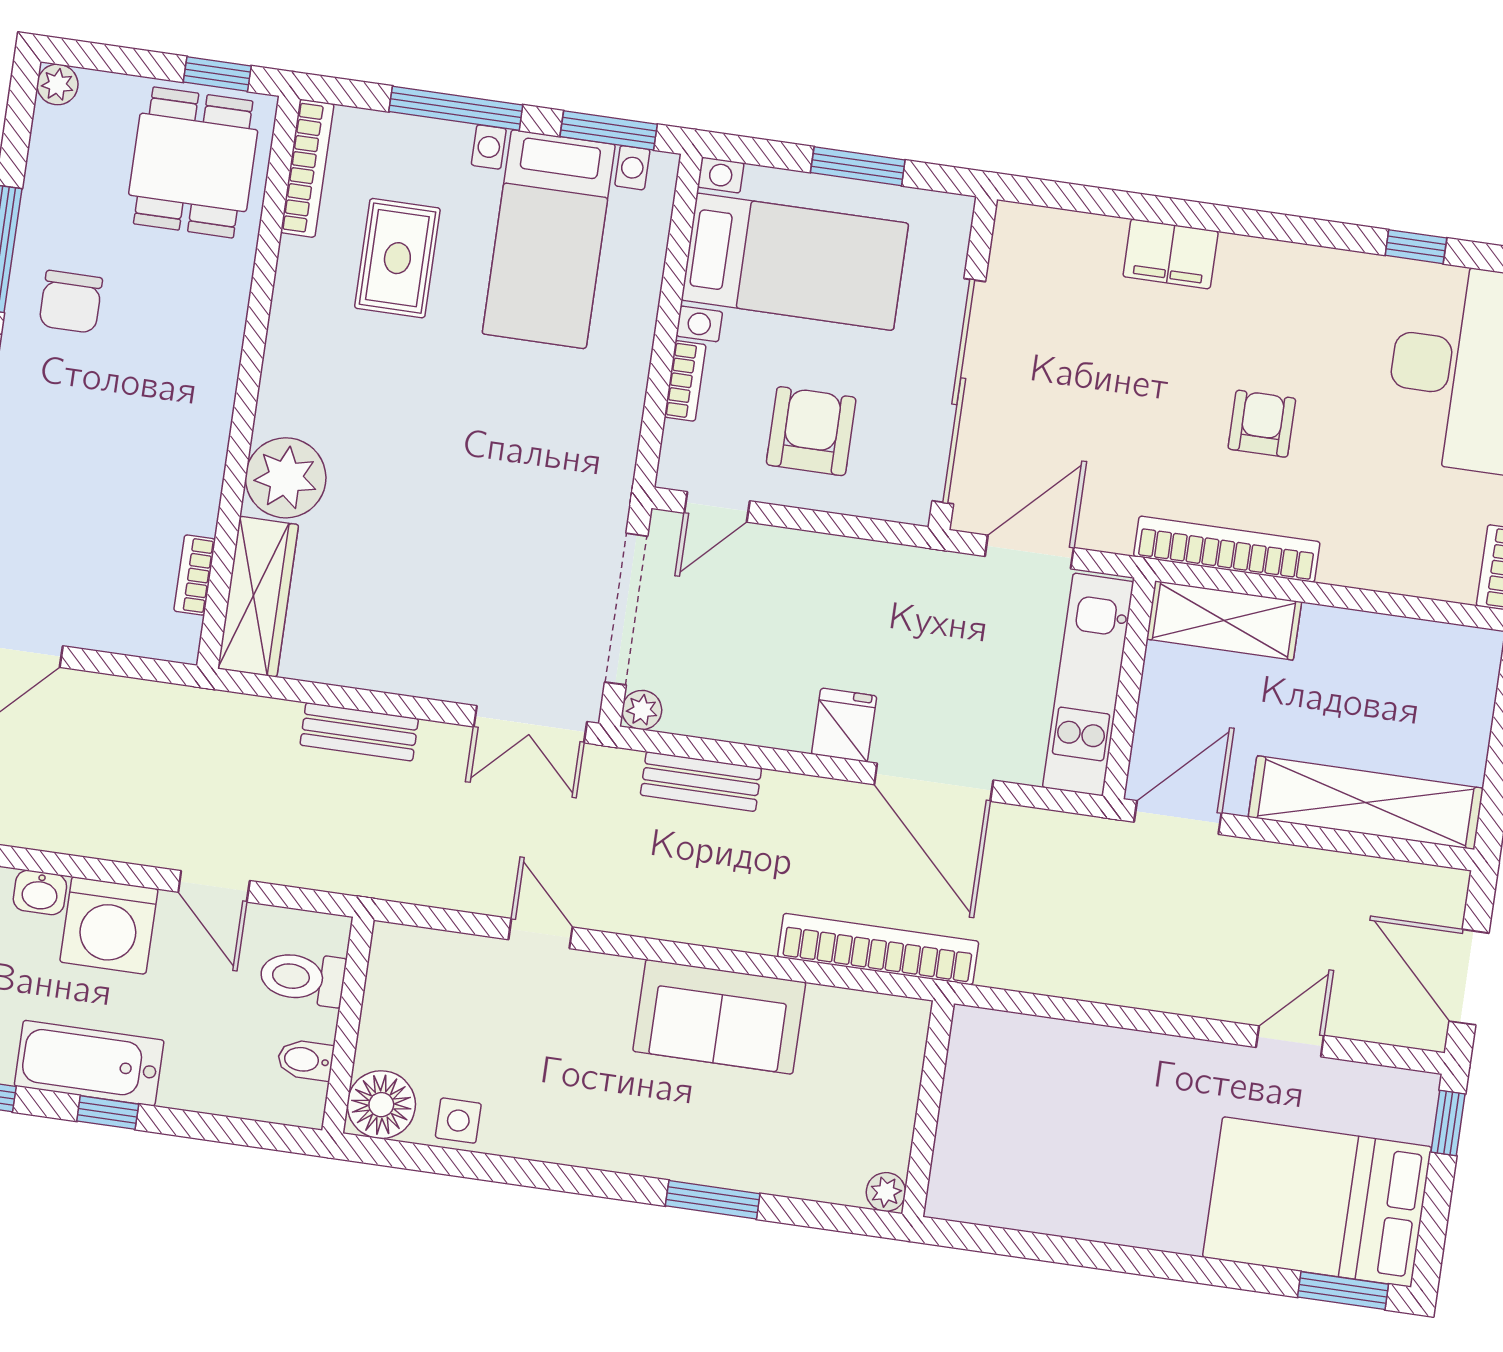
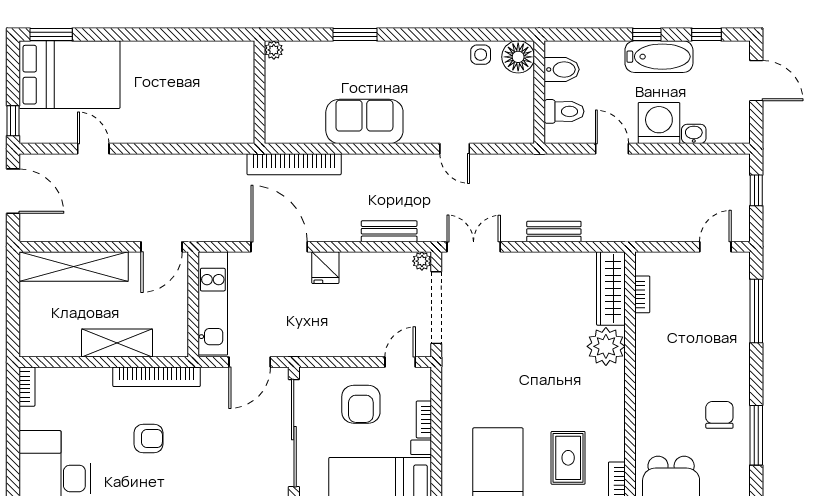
armchair: (1262, 424) -> (149, 438), turned -90
shelving: (1224, 620) -> (117, 343), moved
door: (1290, 1041) -> (93, 149), swing flipped
bidet: (305, 1060) -> (562, 69), width x1.38, depth x1.36

